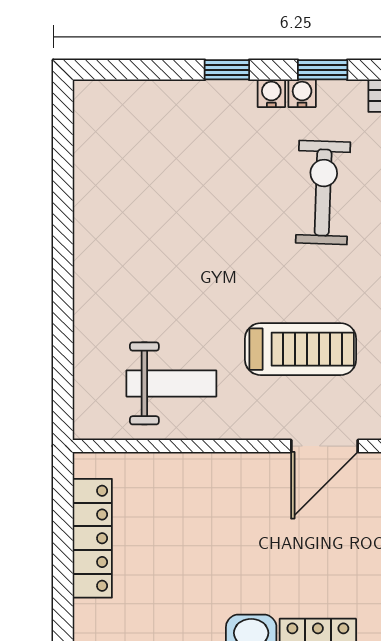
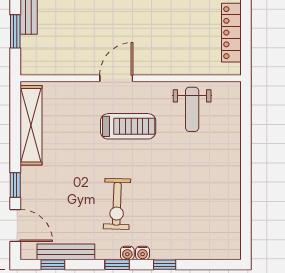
treadmill: (301, 349) -> (128, 126), turned 180
weight bench: (171, 383) -> (192, 109), turned -90

